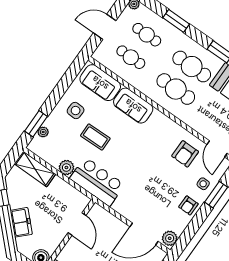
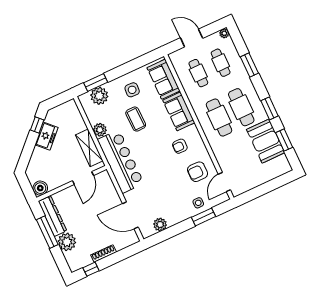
plant: (43, 132) -> (99, 96), width x1.88, depth x1.88
shelving: (35, 169) -> (89, 148), moved
bar counter: (97, 182) -> (121, 162), width x1.36
armchair: (188, 205) -> (180, 146), moved
freezer: (21, 222) -> (46, 136), moved
plant: (170, 238) -> (160, 225), moved

